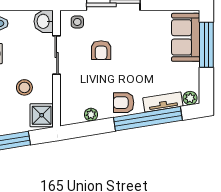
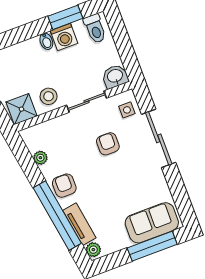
armchair: (101, 50) -> (108, 144), turned 90
stool: (24, 87) -> (49, 96), moved

